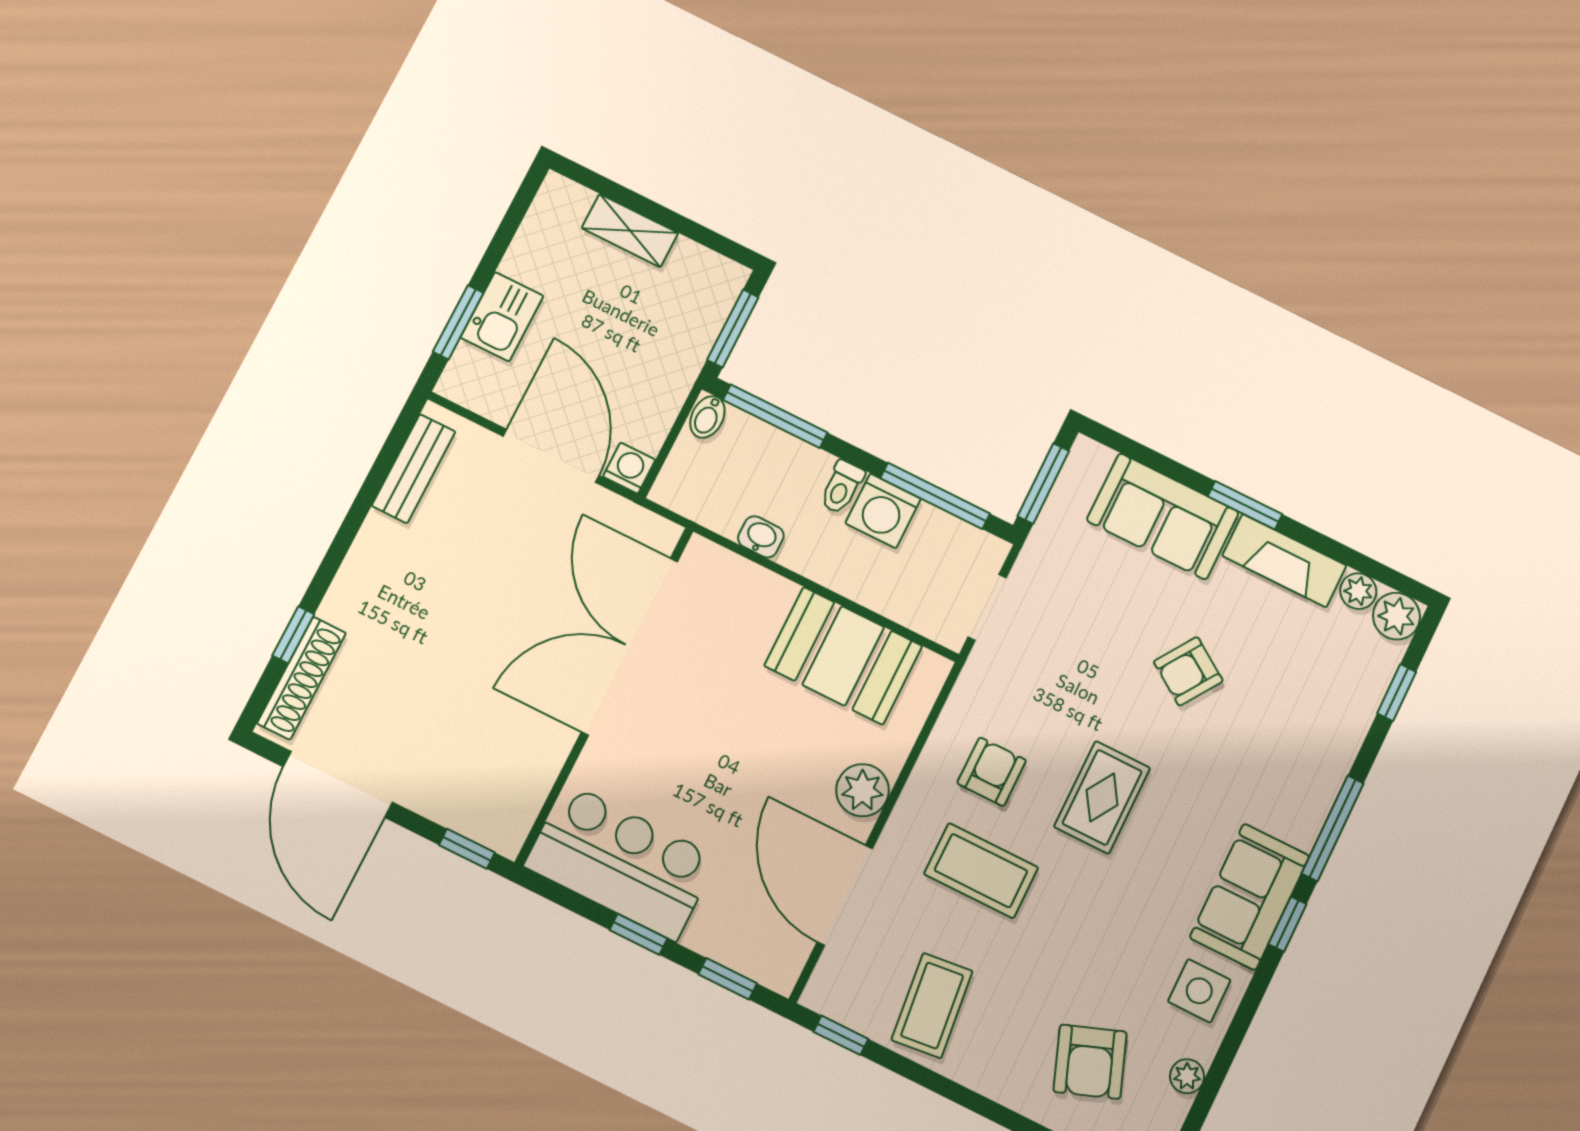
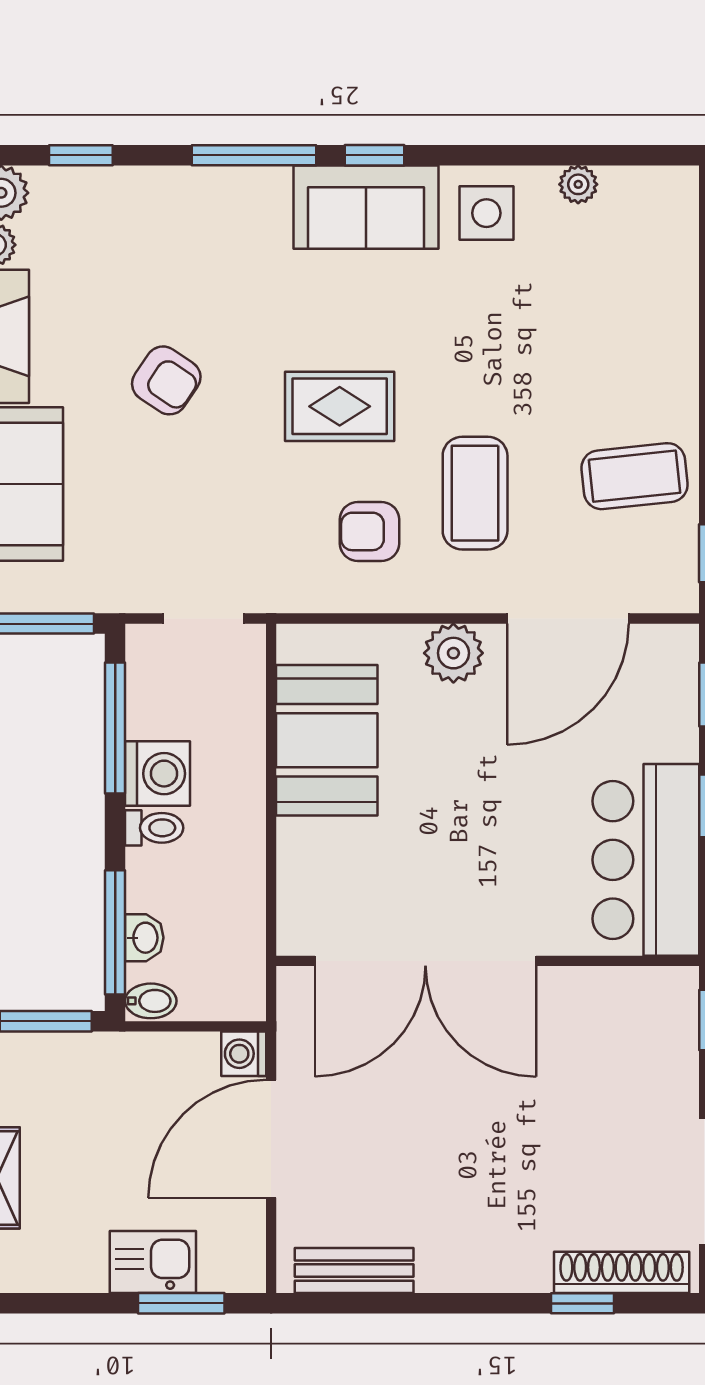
washbasin: (761, 537) -> (144, 938), moved, turned 180
armchair: (1090, 1062) -> (612, 289), removed

